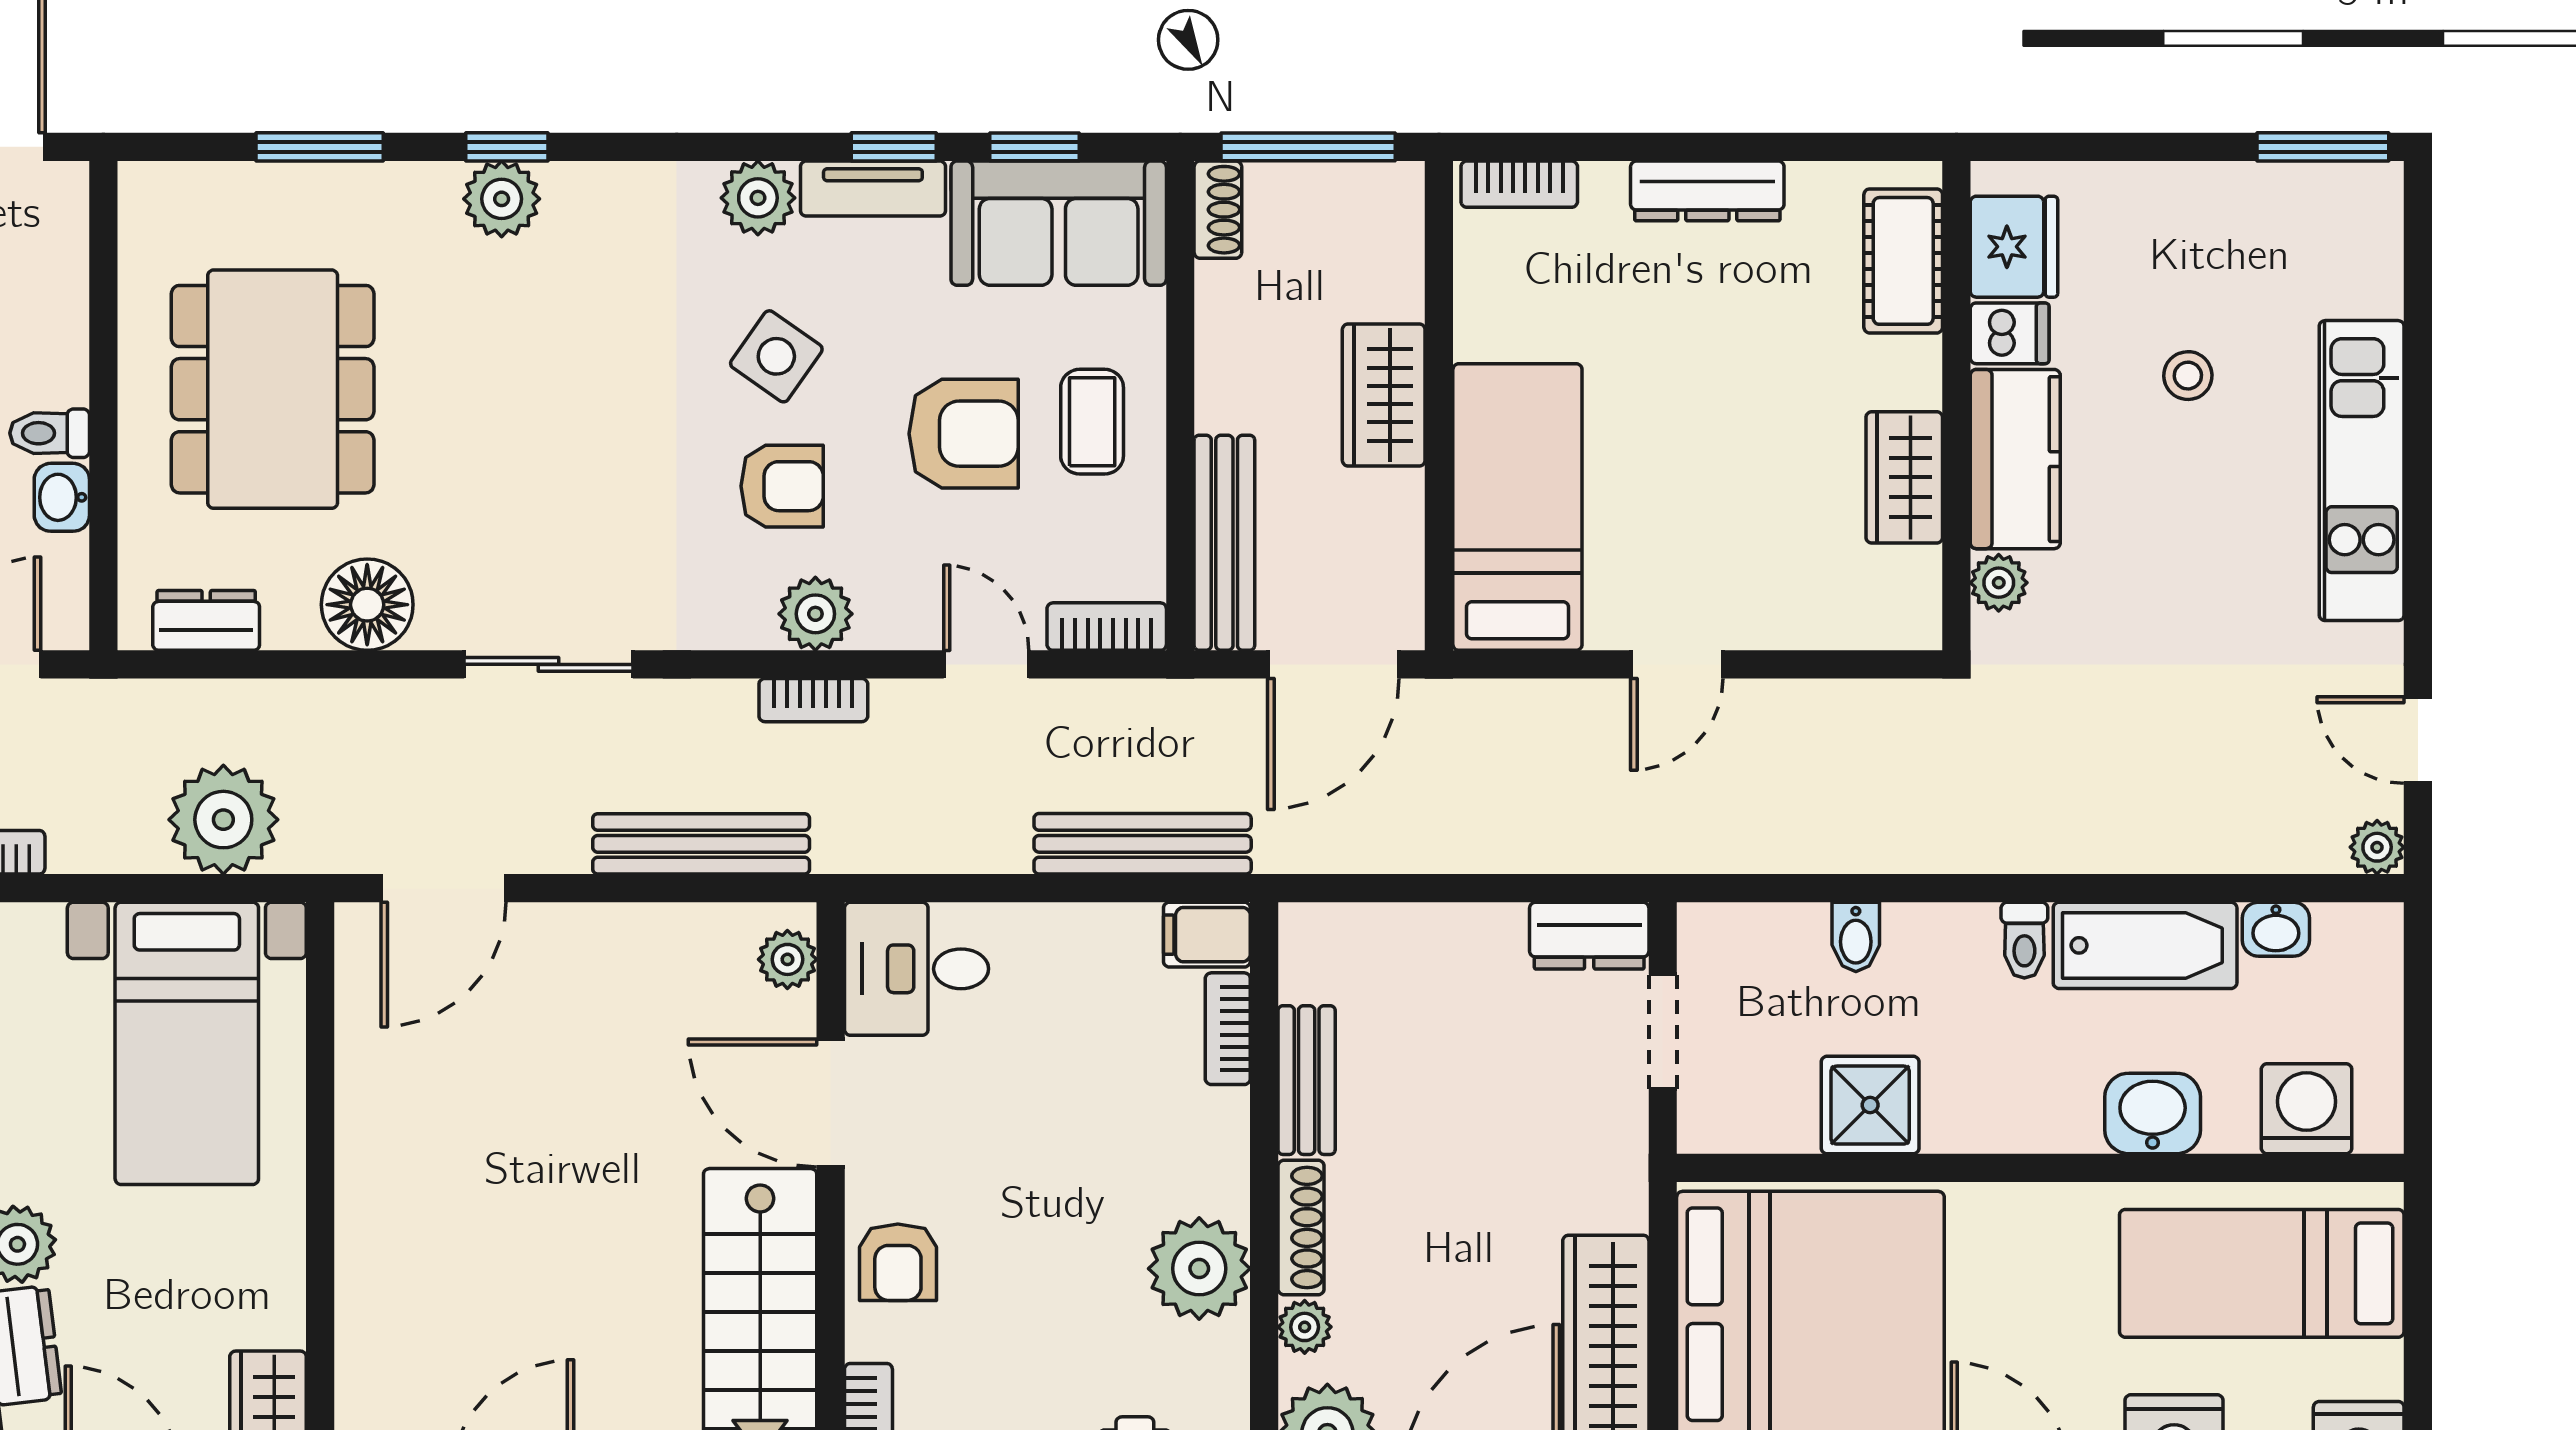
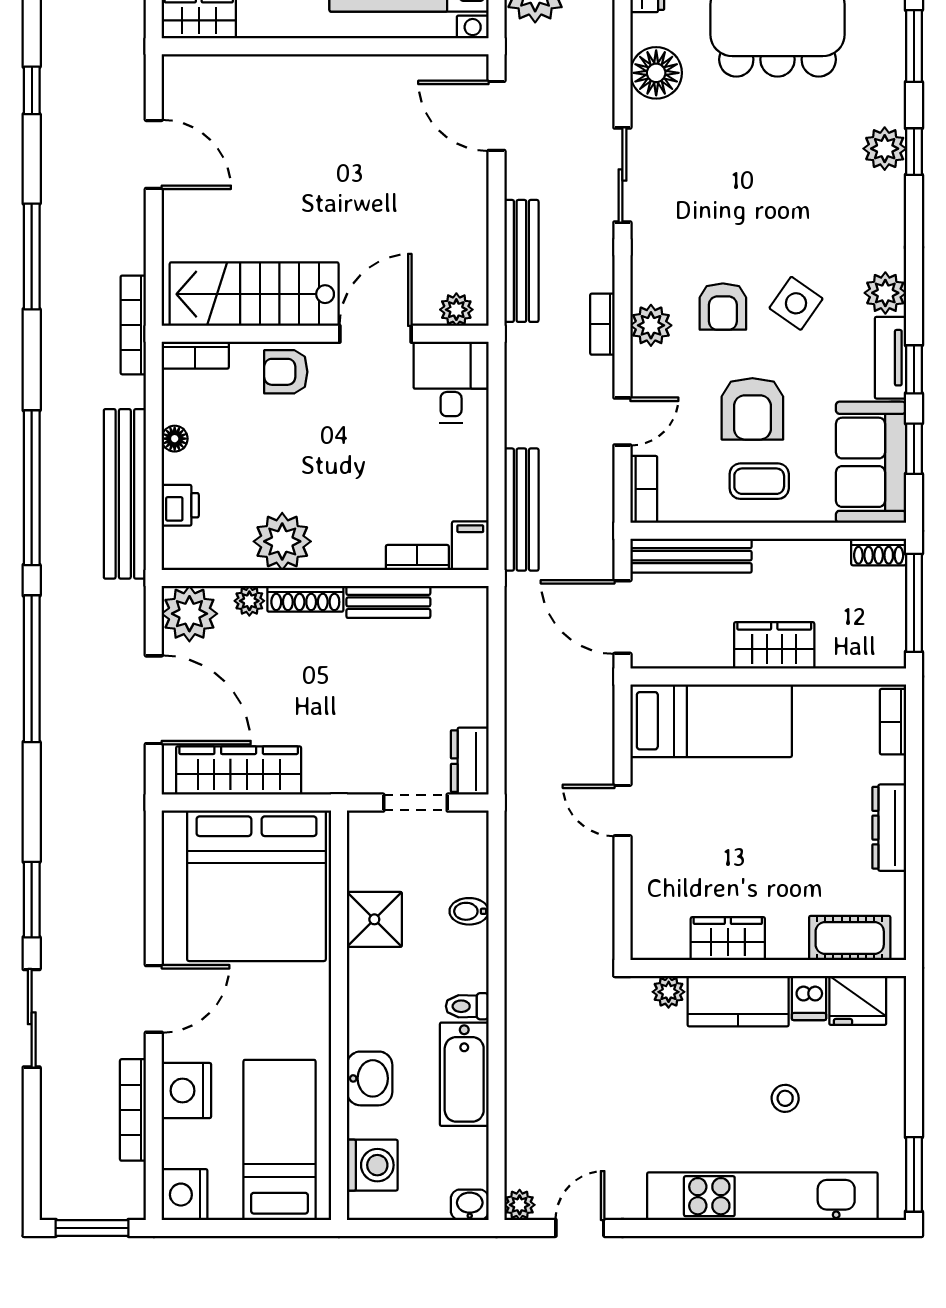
kitchen unit: (2362, 471) -> (762, 1196), width x1.36
washbasin: (2276, 929) -> (470, 1205), moved, turned 90

